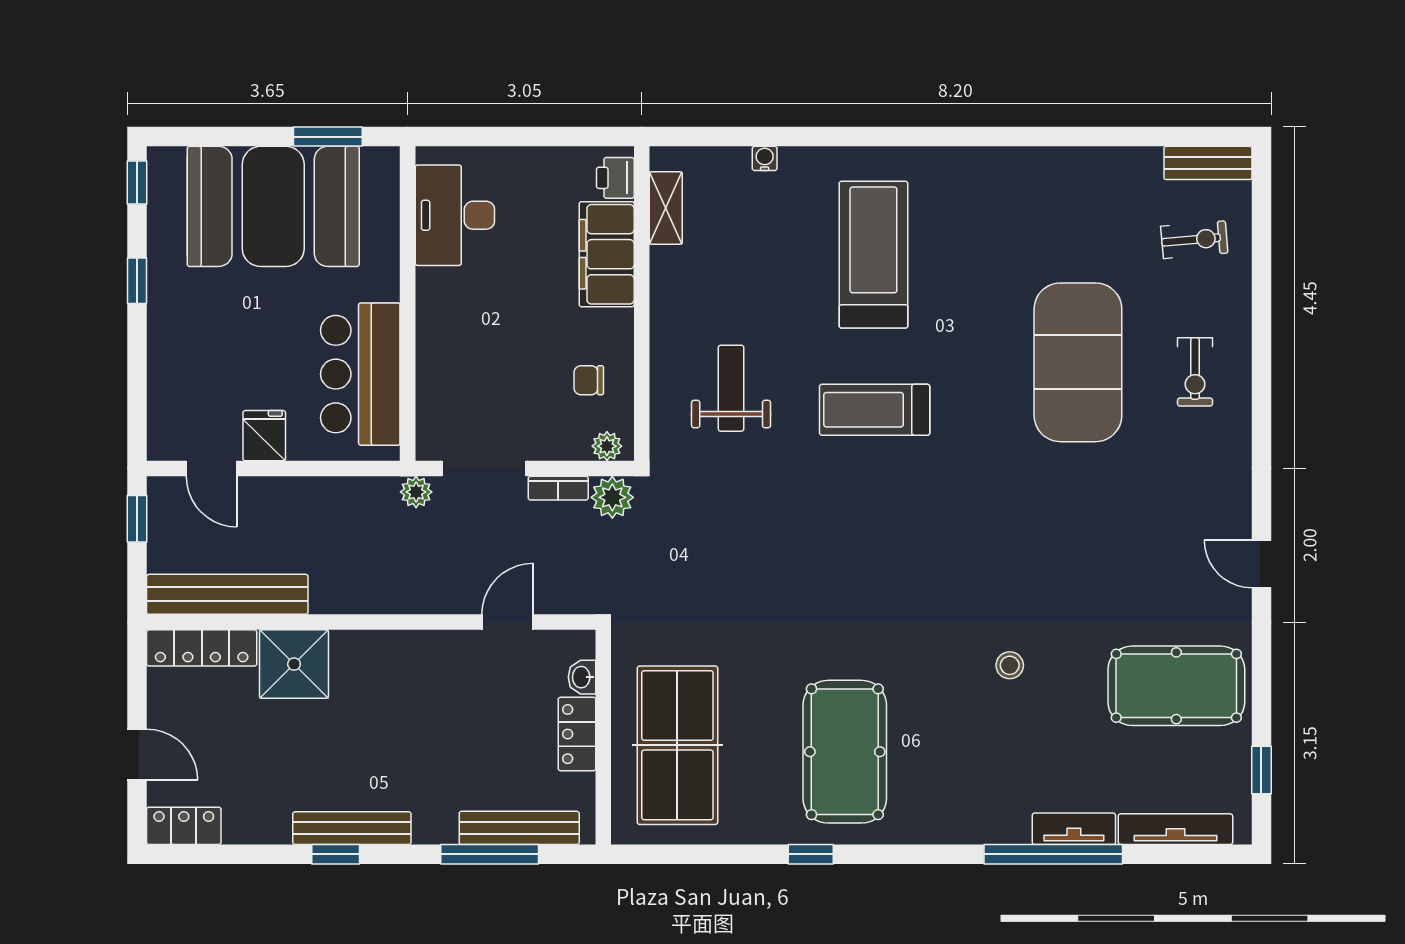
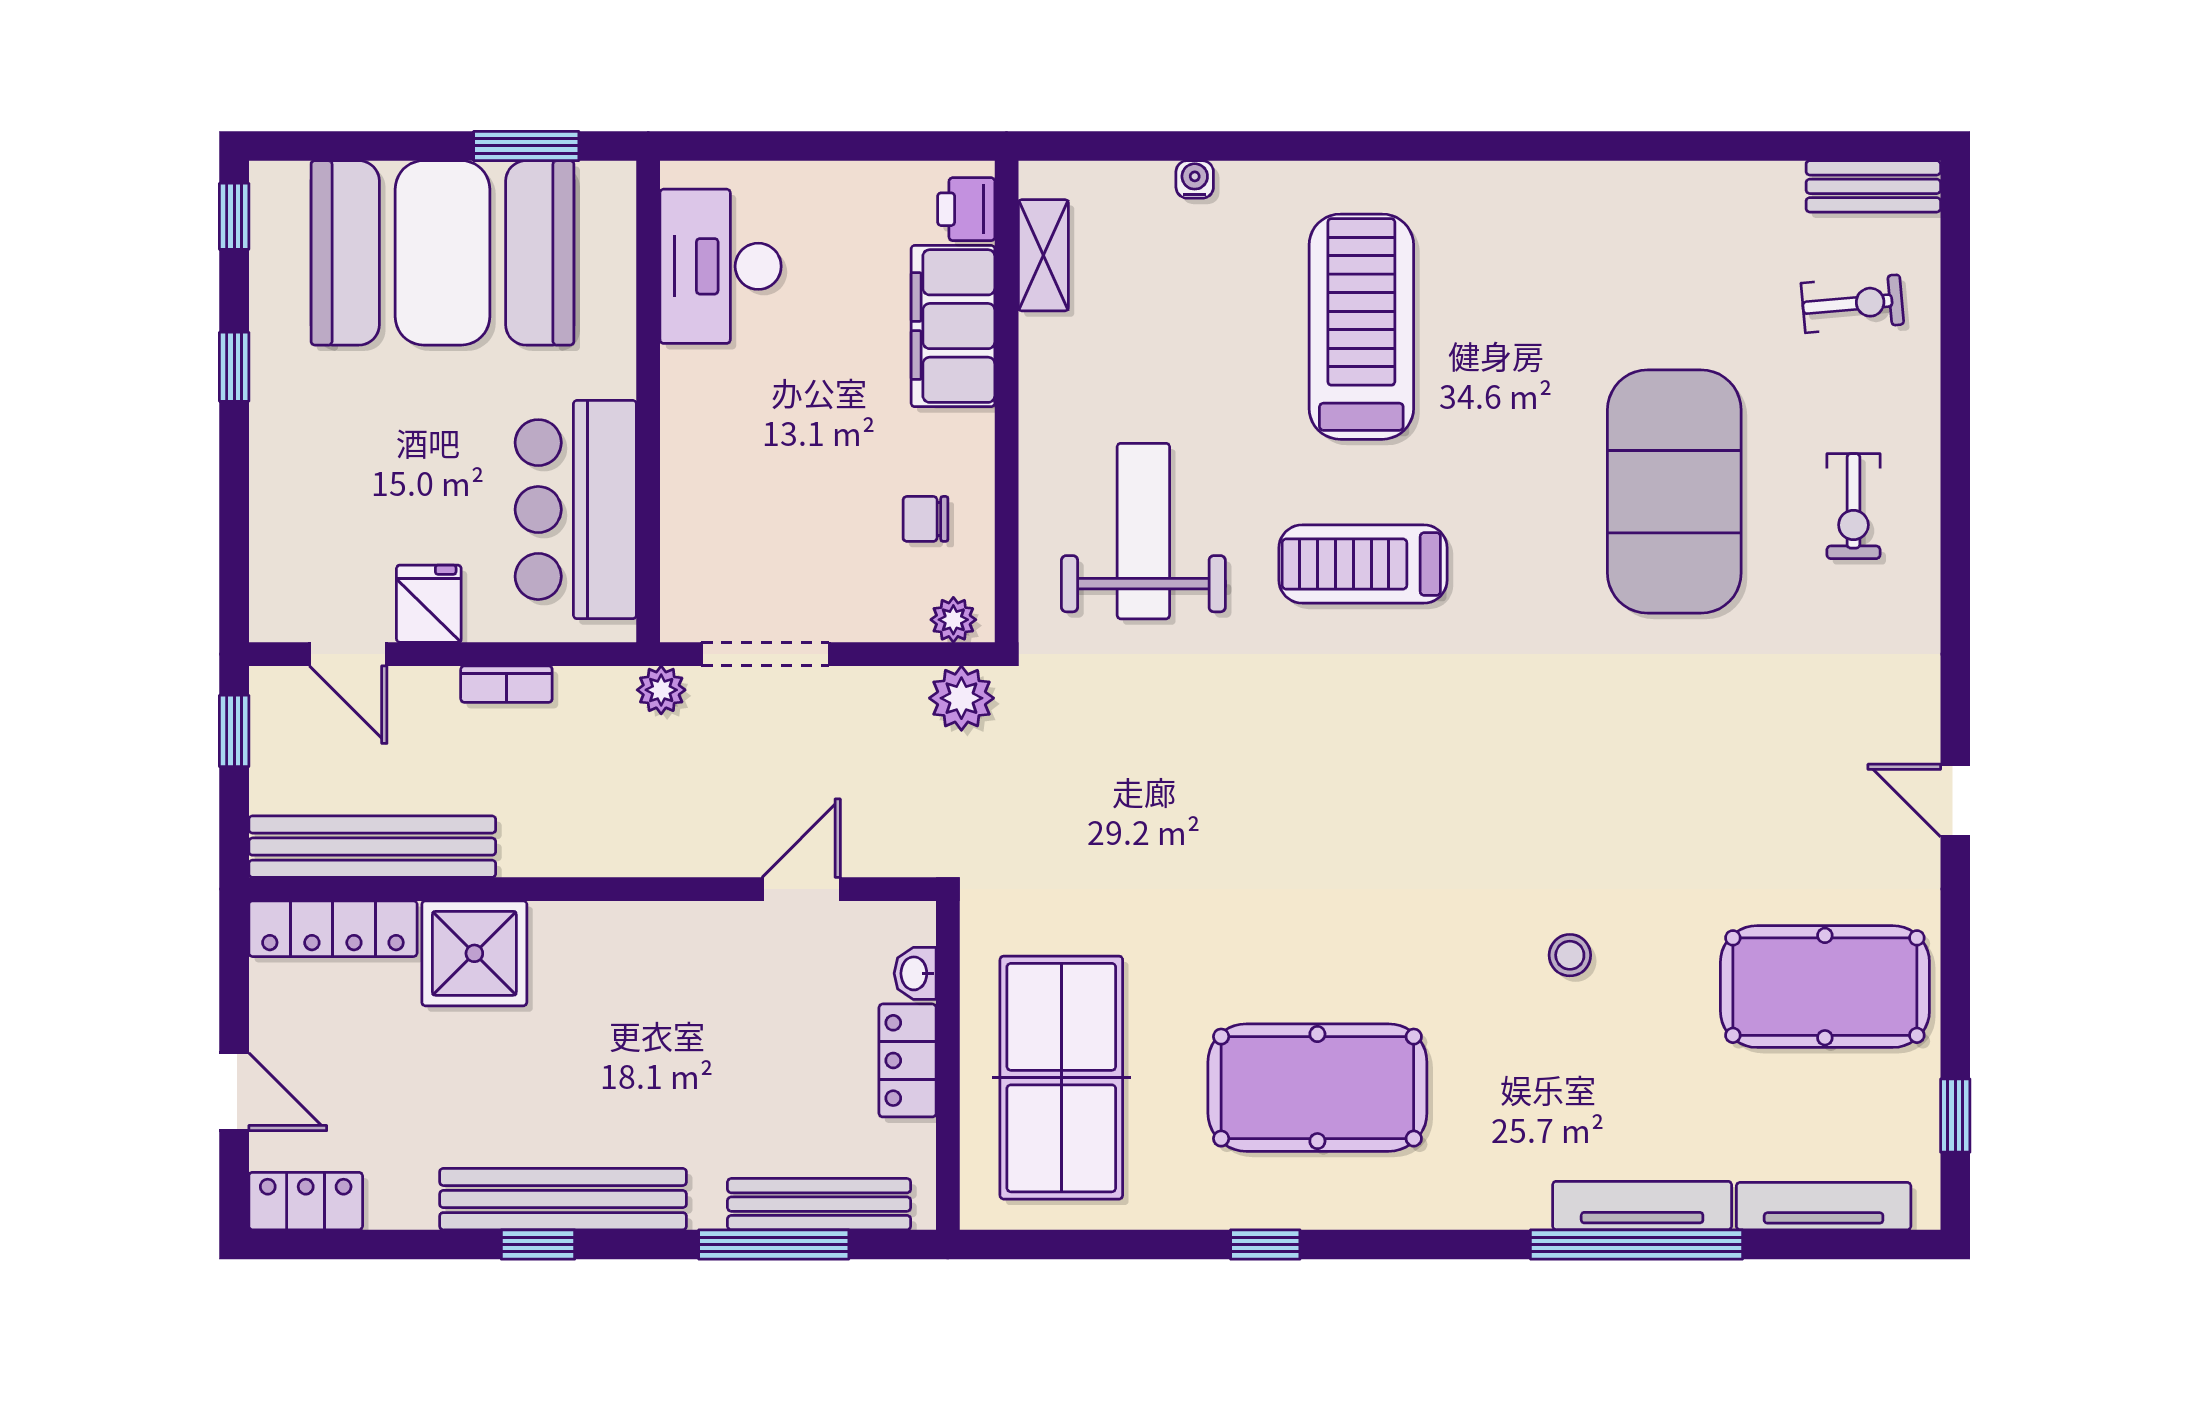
weight bench: (731, 388) -> (1143, 531), width x1.36, depth x1.33
bookcase: (558, 488) -> (506, 684), moved
pool table: (845, 752) -> (1317, 1088), turned 90
bench: (352, 828) -> (563, 1199), width x1.37, depth x1.21
tv unit: (1074, 829) -> (1642, 1206), width x1.41

